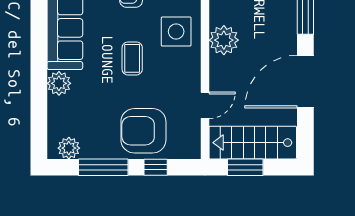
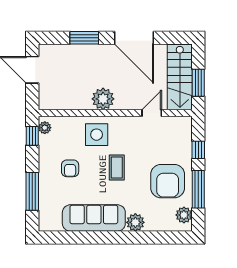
coffee table: (132, 58) -> (117, 168), turned 90
door: (205, 105) -> (152, 113), hinge flipped
armchair: (143, 131) -> (168, 181), moved

